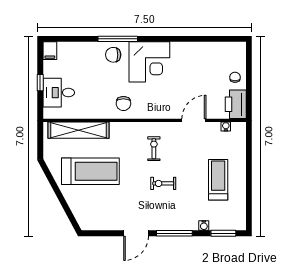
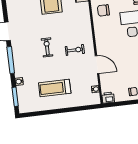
printer: (236, 104) -> (108, 98), width x0.53, depth x0.68
exercise bike: (154, 149) -> (75, 50), moved
treadmill: (218, 180) -> (55, 88), turned 180

